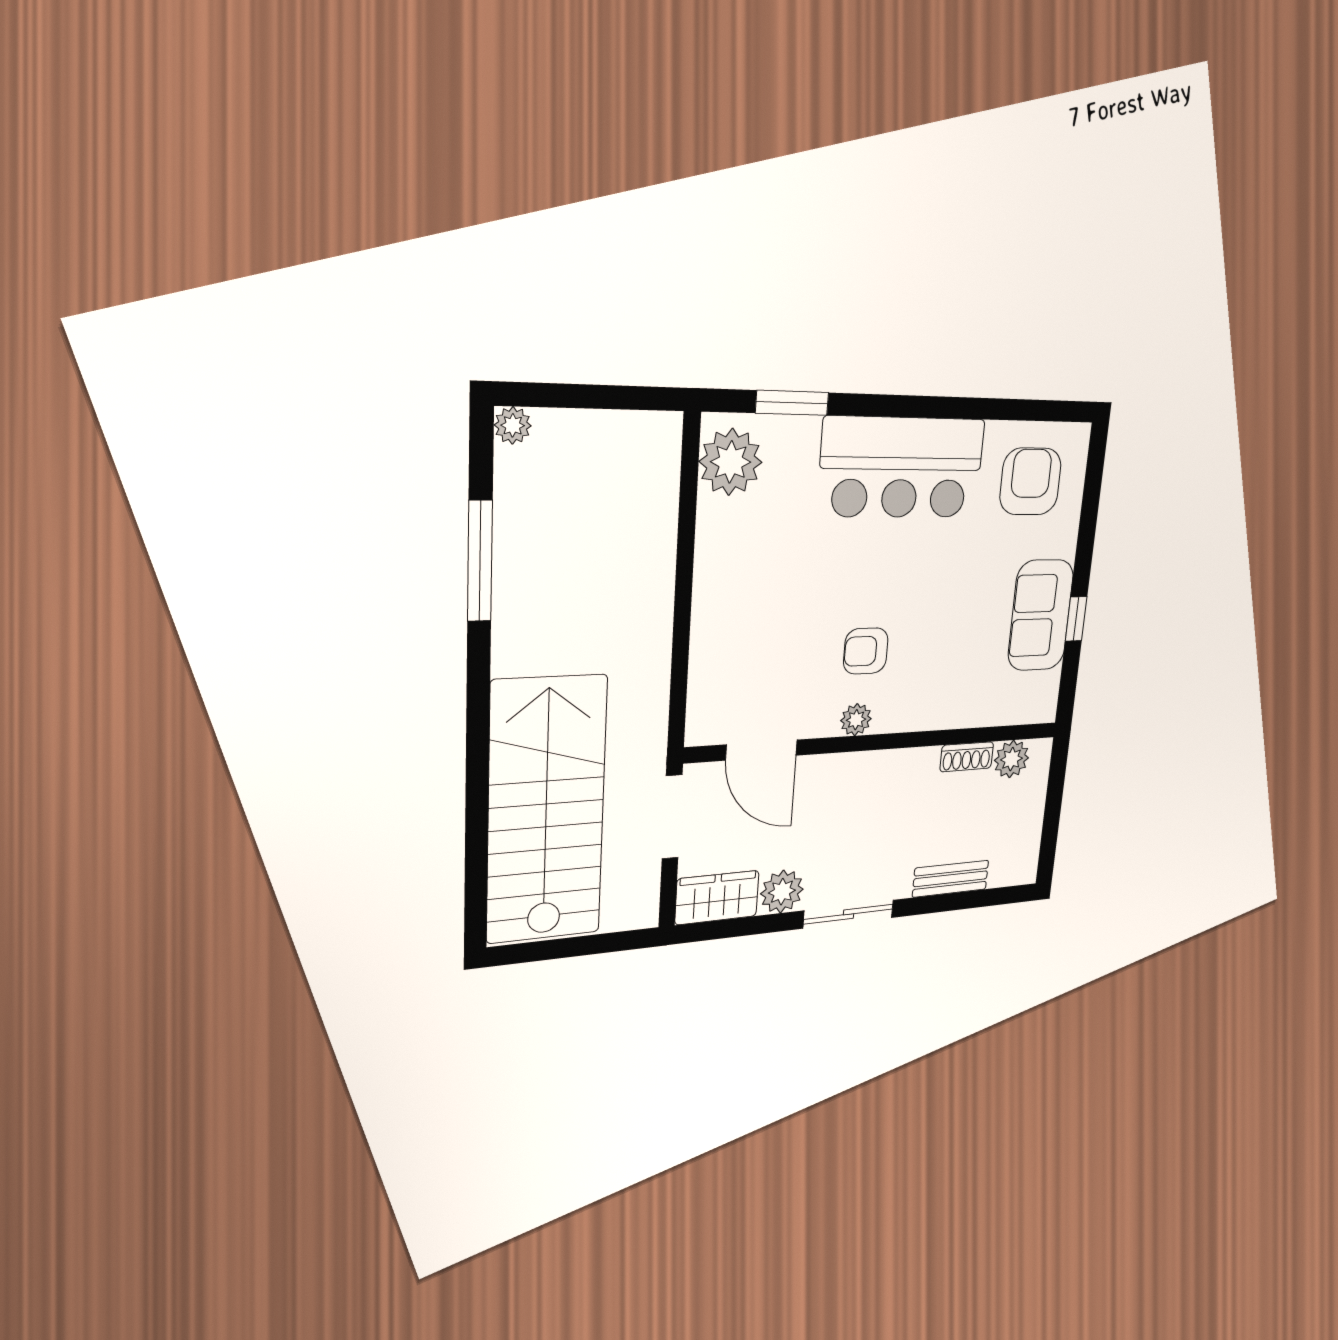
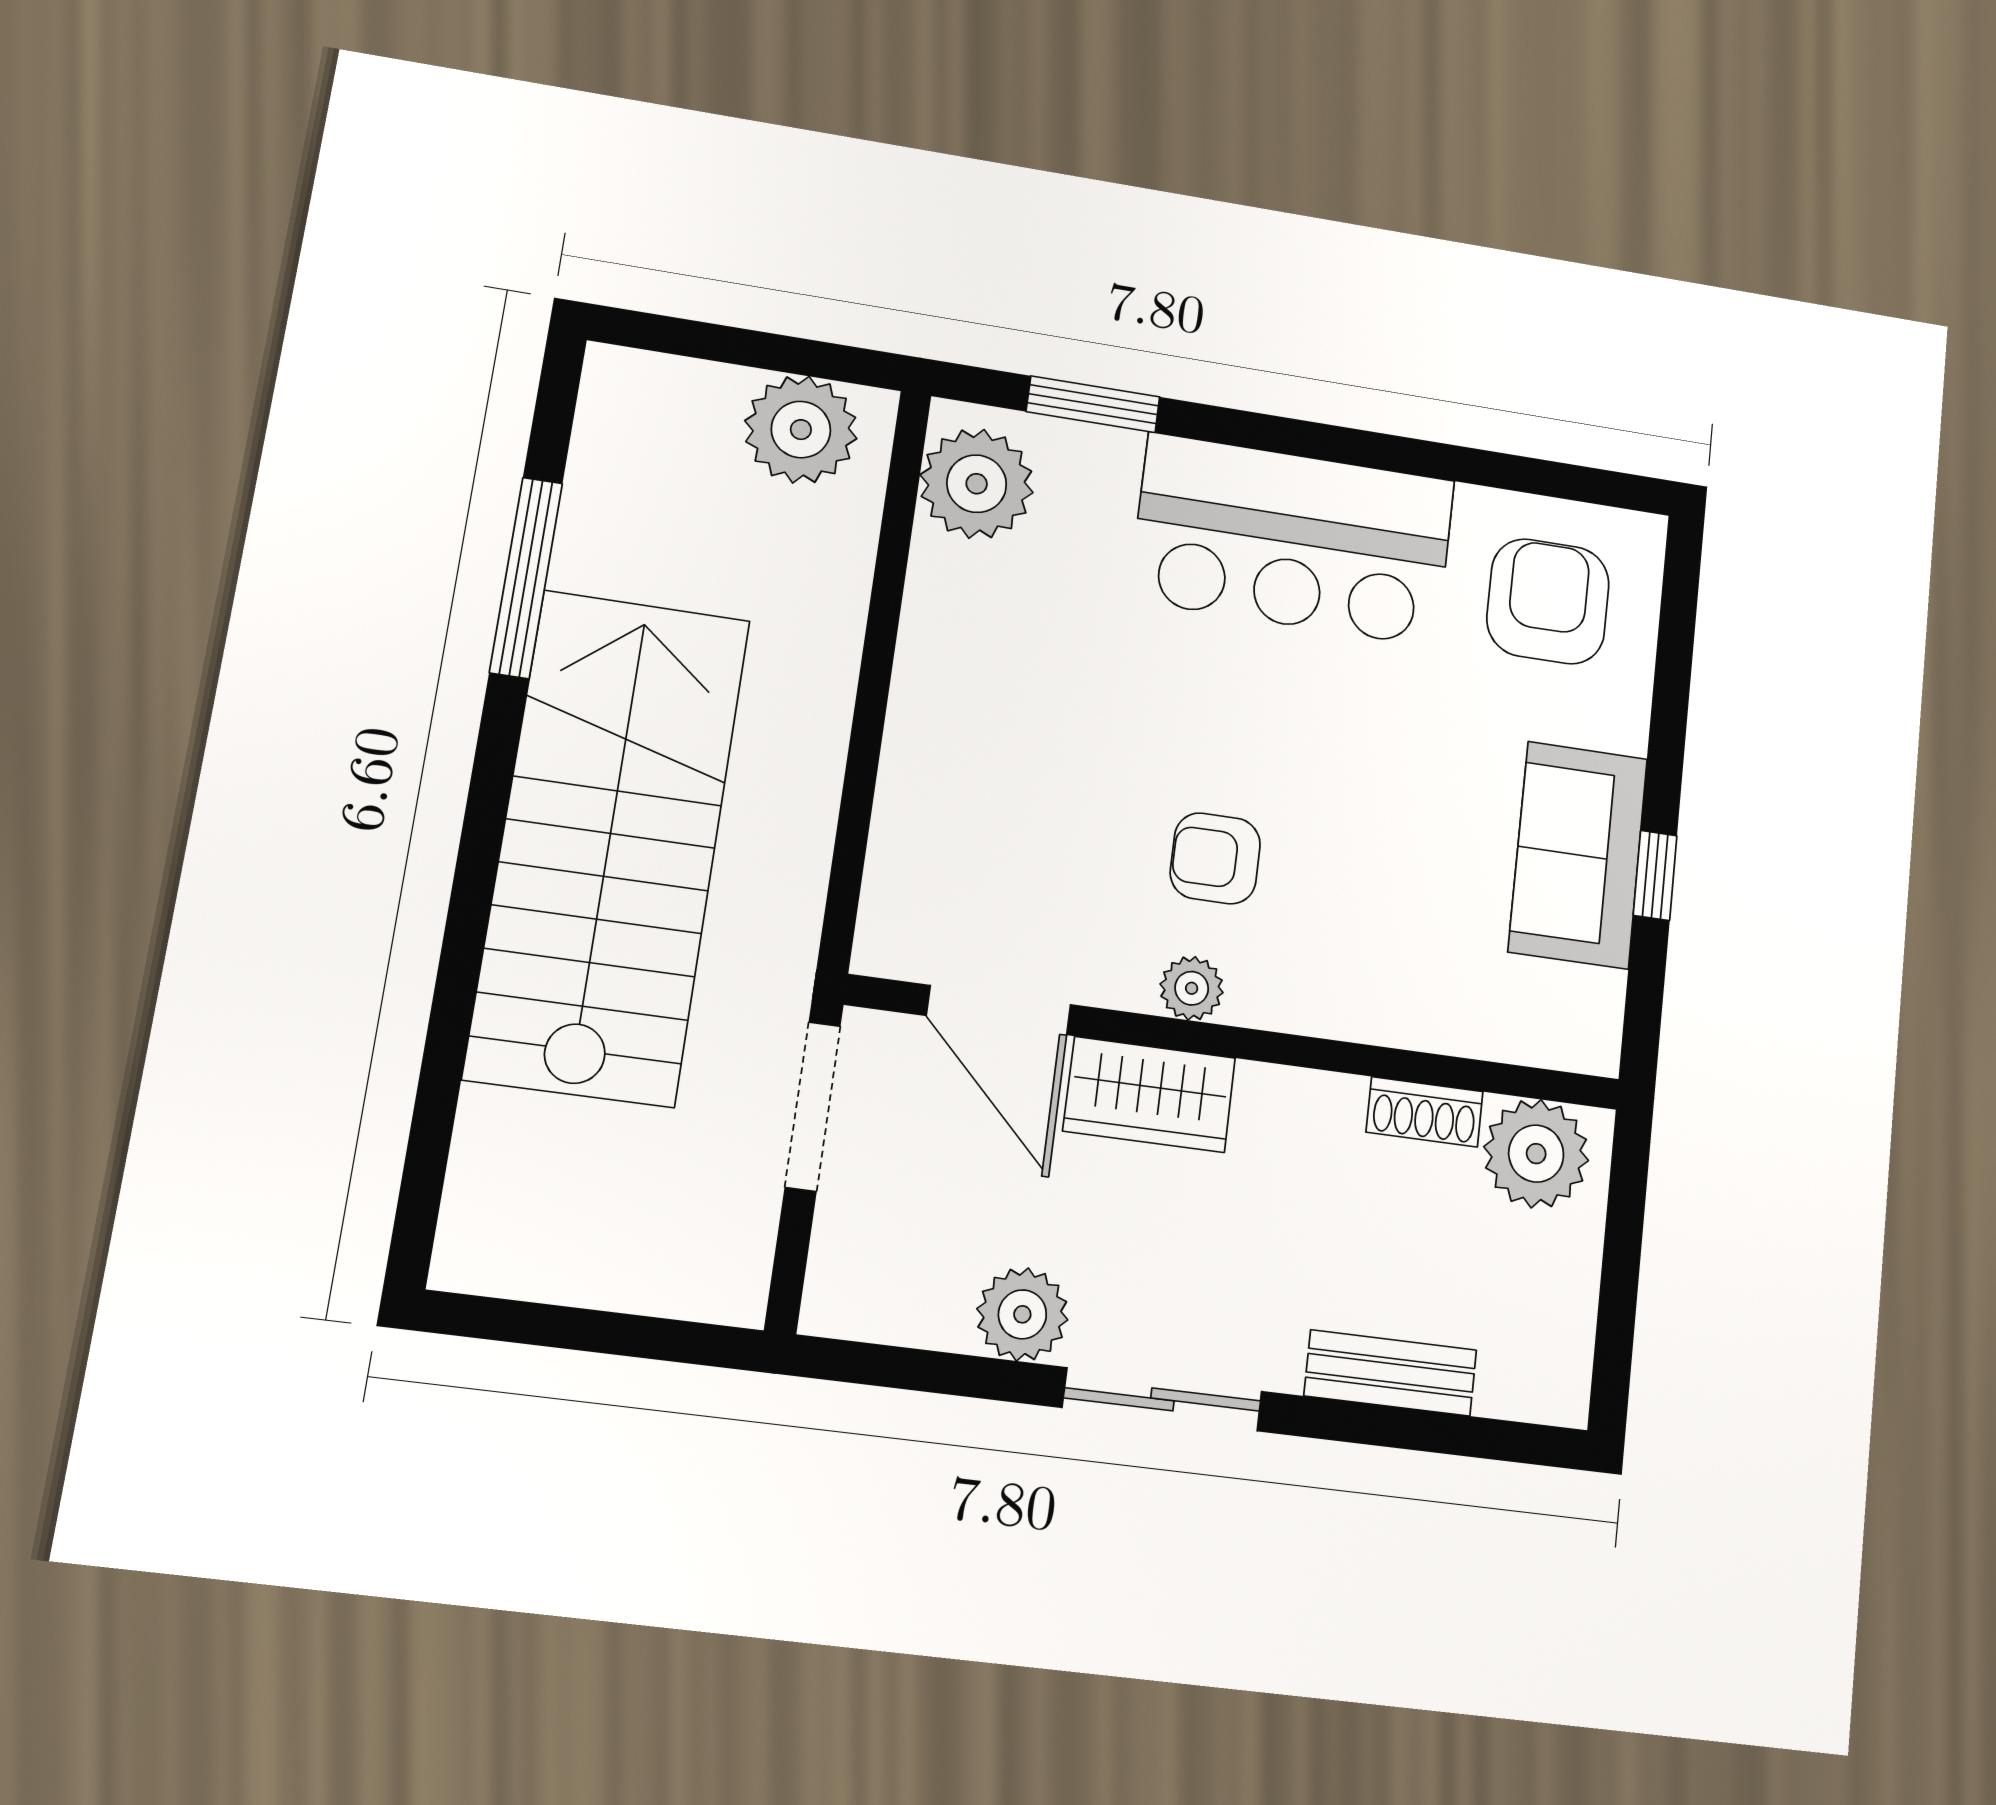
plant: (513, 425) -> (801, 430), moved, width x1.88, depth x1.88
plant: (1012, 759) -> (1536, 1154), width x1.36, depth x1.36
stairs: (546, 810) -> (608, 846), moved
wardrobe: (717, 898) -> (1149, 1094), moved, turned 180

